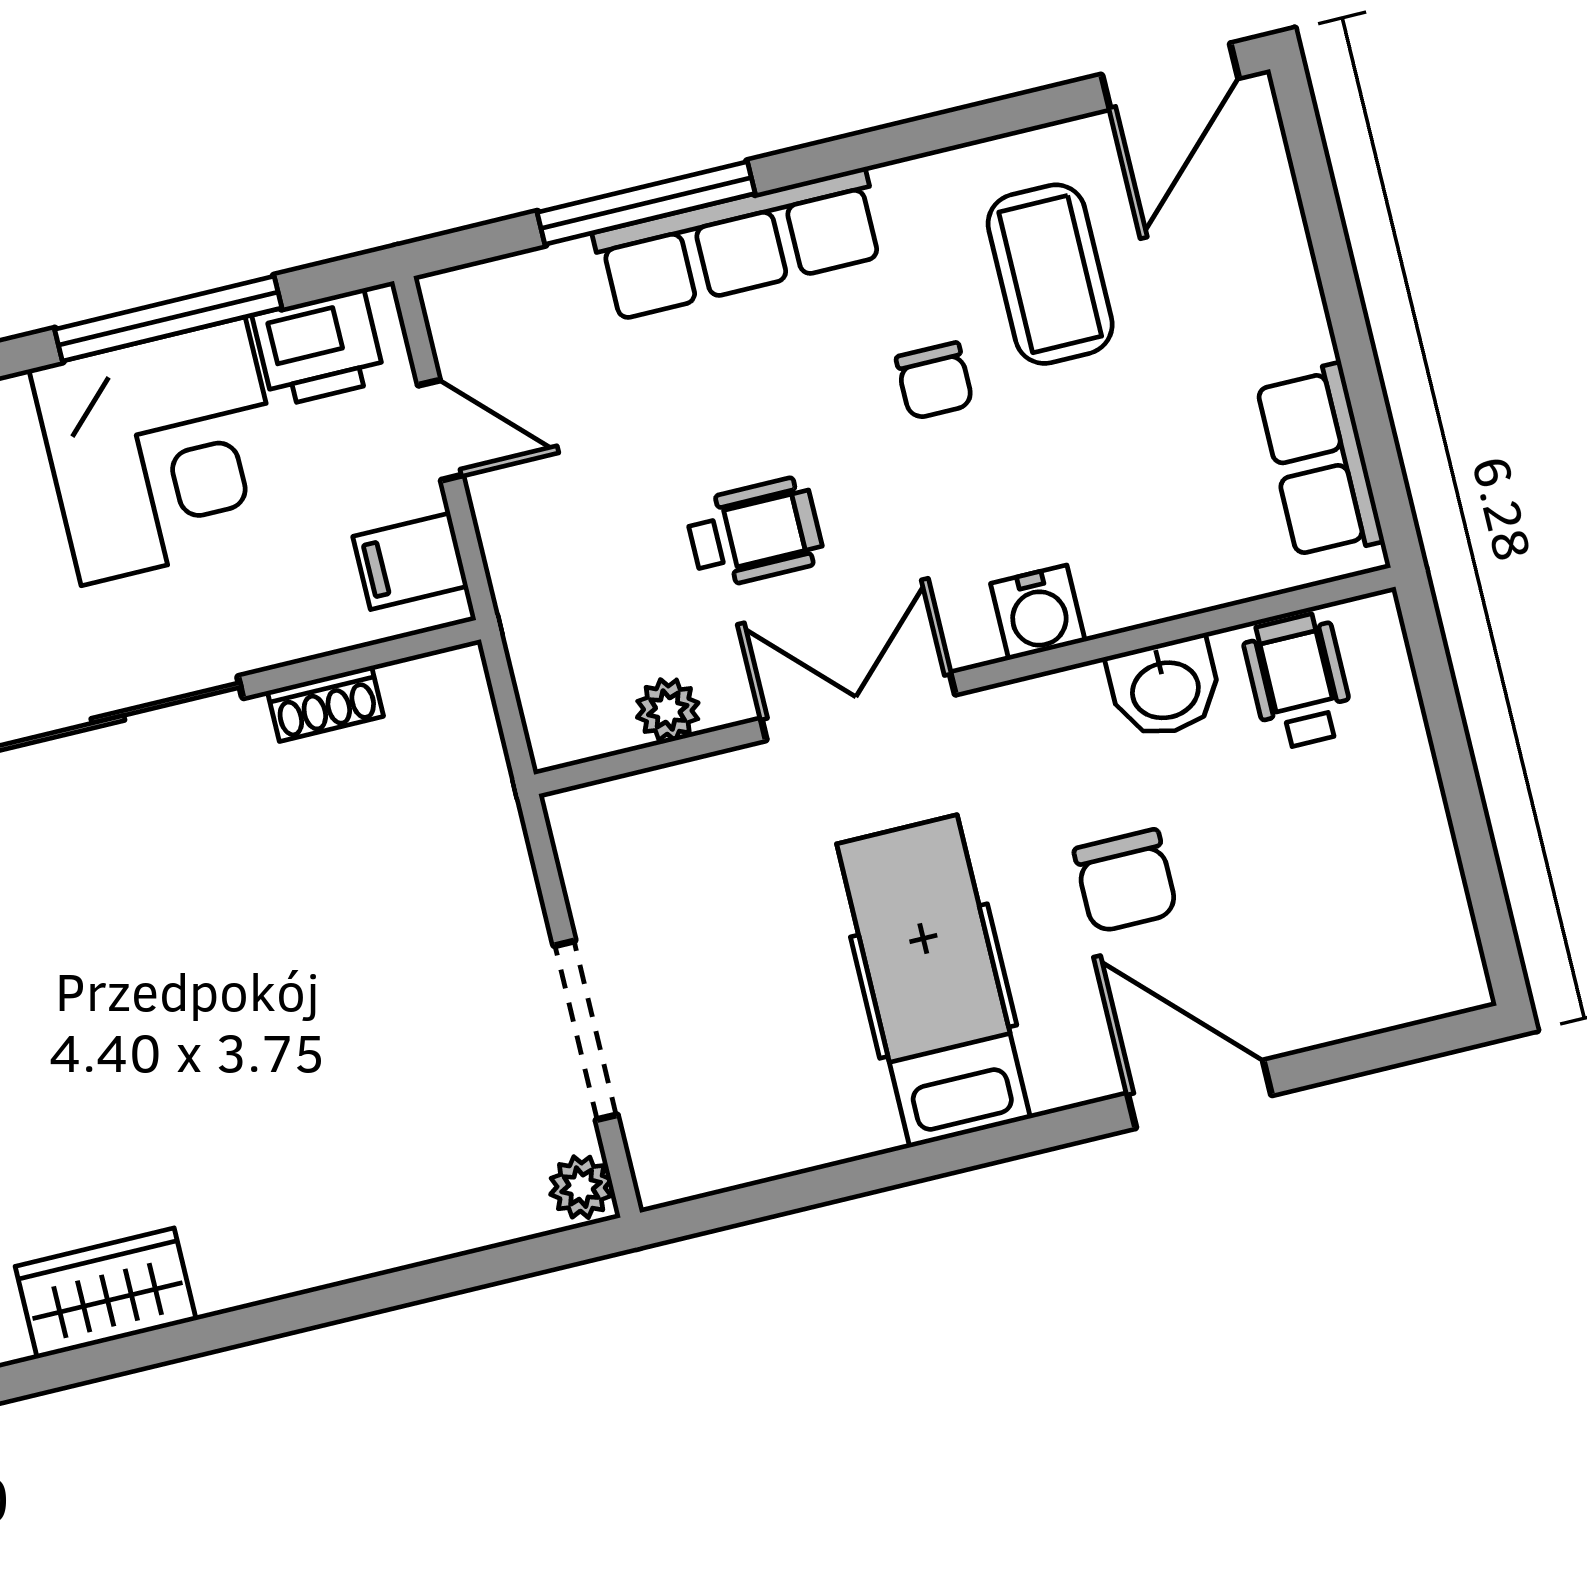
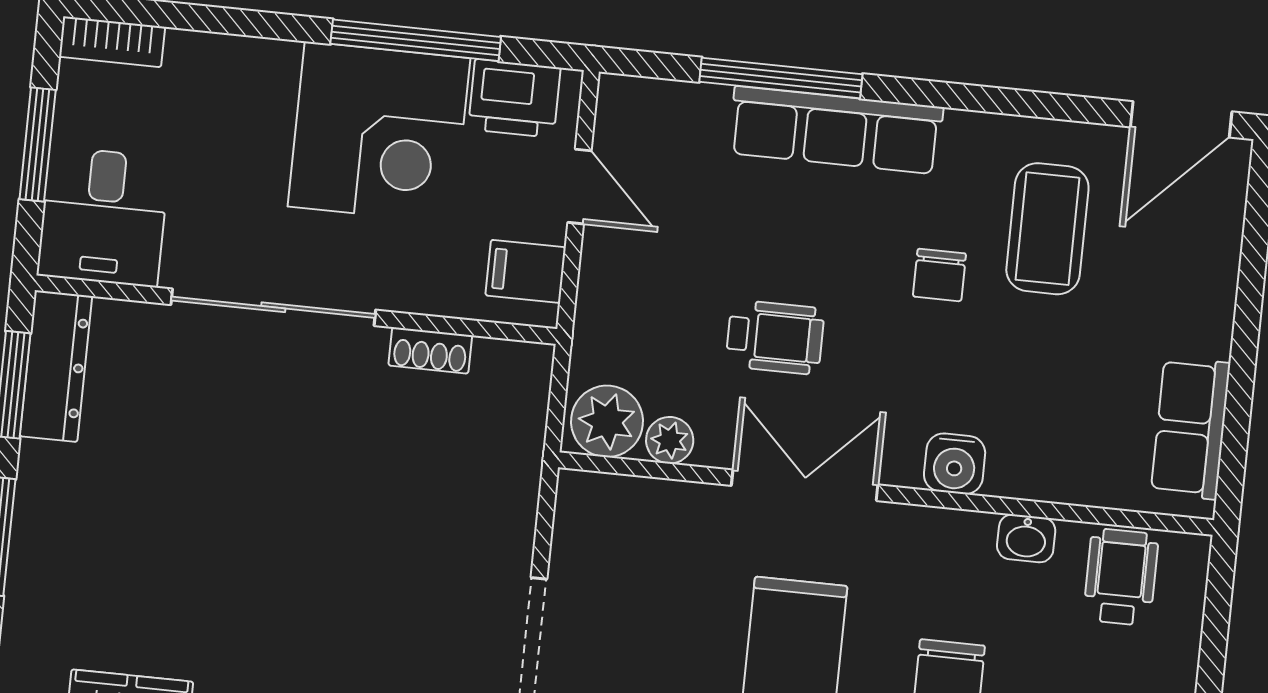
washbasin: (1165, 688) -> (1026, 538), width x0.72, depth x0.69
plant: (580, 714) -> (607, 421), added

